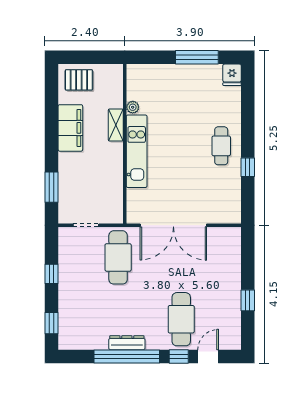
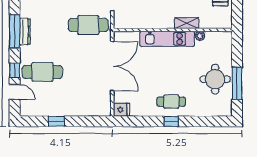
fridge: (232, 75) -> (121, 110), moved, turned 180
round table: (191, 87) -> (215, 79), added
window: (248, 167) -> (171, 121), moved
double door: (173, 225) -> (112, 66), swing flipped
window: (127, 356) -> (15, 31), width x0.68

